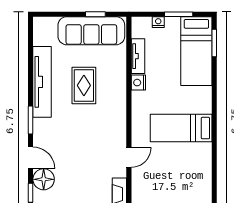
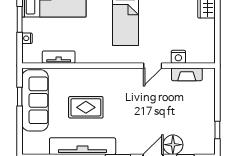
nightstand: (138, 83) -> (178, 57), moved
door: (129, 157) -> (153, 66), swing flipped

